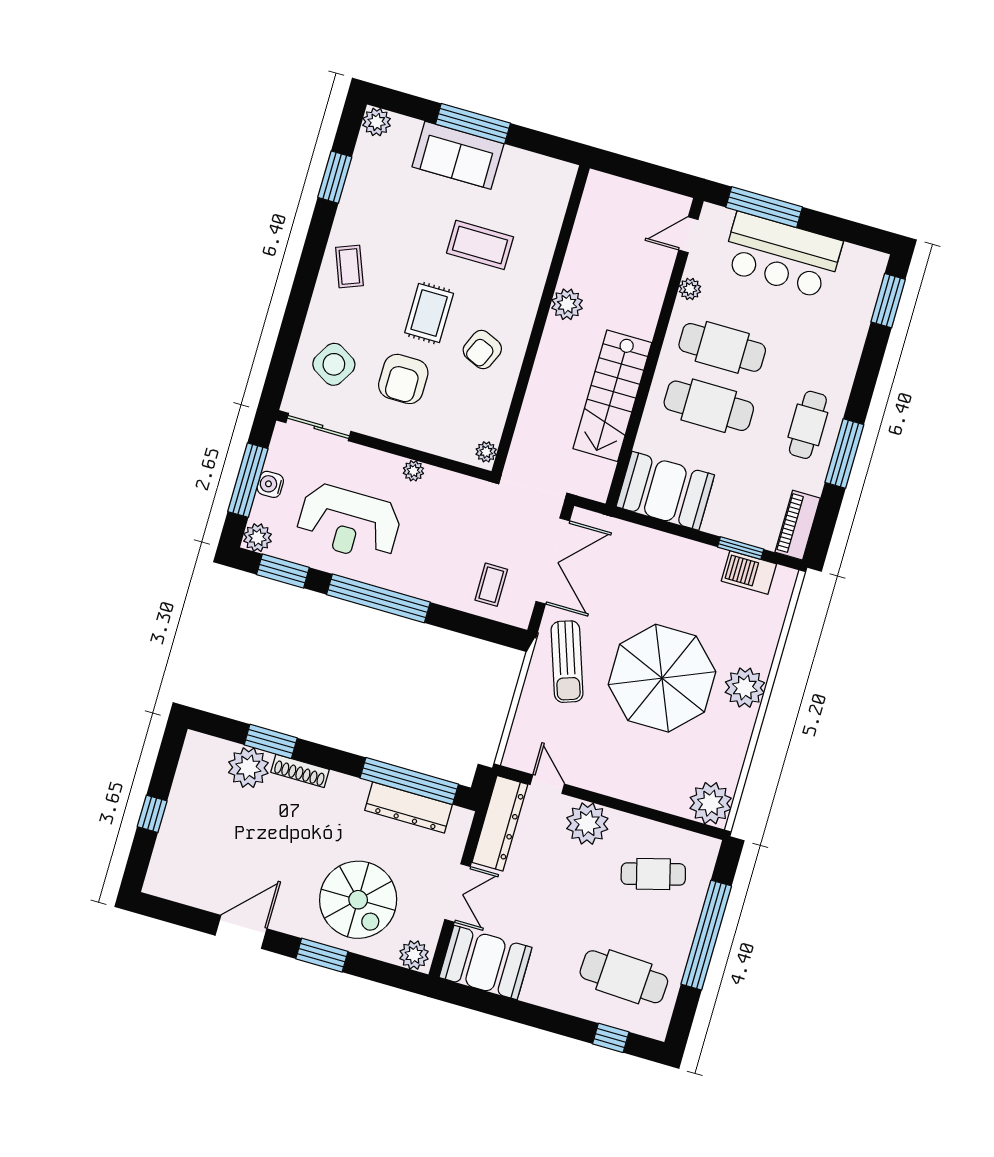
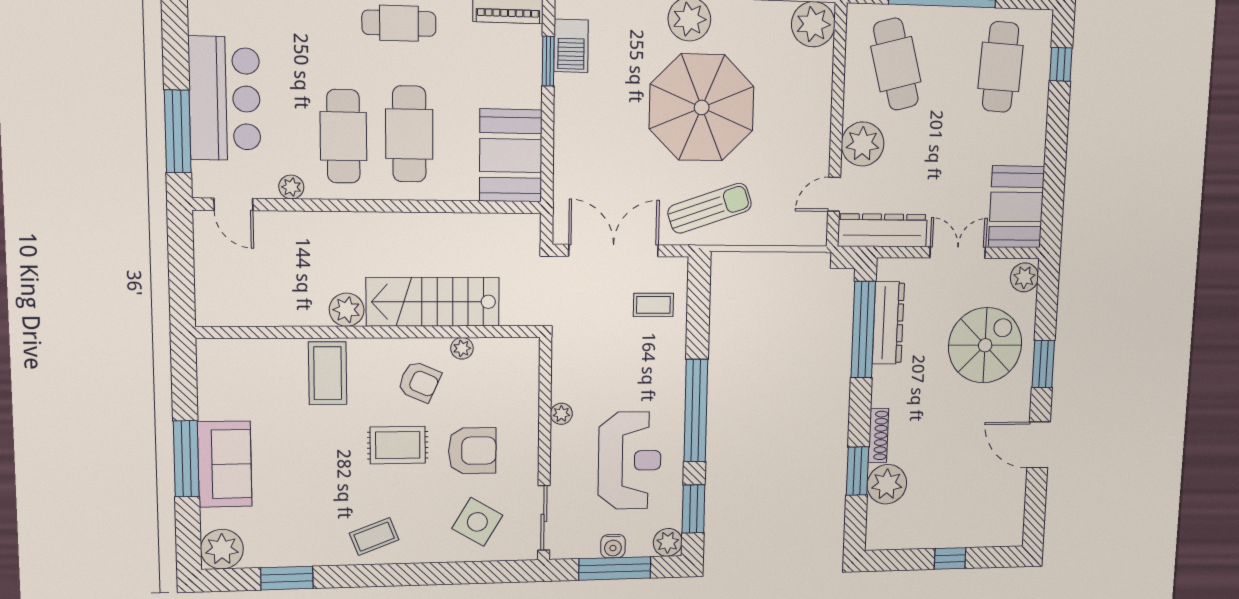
plant: (377, 122) -> (222, 549), width x1.36, depth x1.36
coffee table: (480, 245) -> (328, 373), moved
stairs: (612, 396) -> (433, 302), moved, turned 180
plant: (486, 452) -> (462, 348), moved
cafe table: (653, 874) -> (896, 64), width x1.37, depth x1.35

